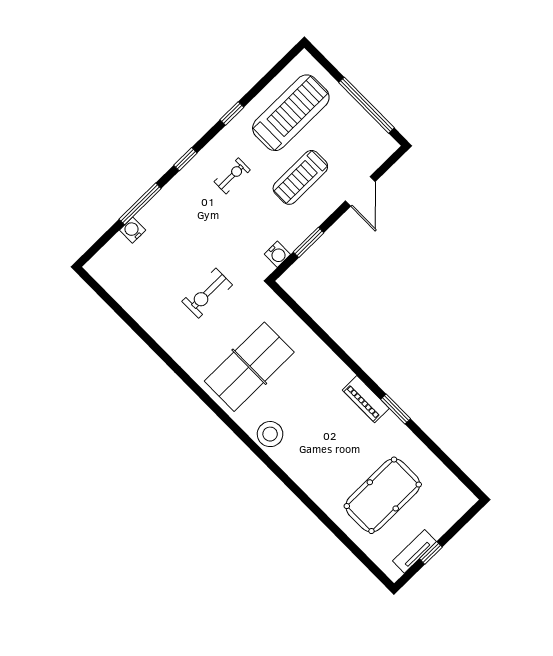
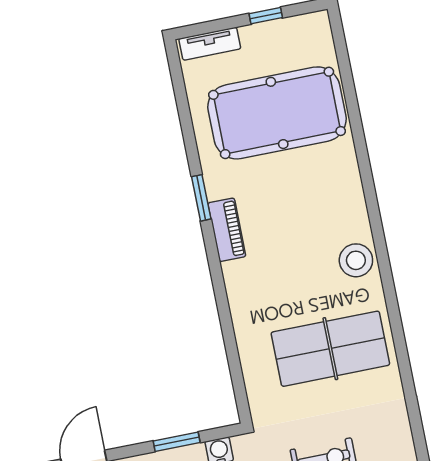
pool table: (383, 495) -> (277, 113), width x1.36, depth x1.32
tv unit: (414, 551) -> (210, 44), moved

